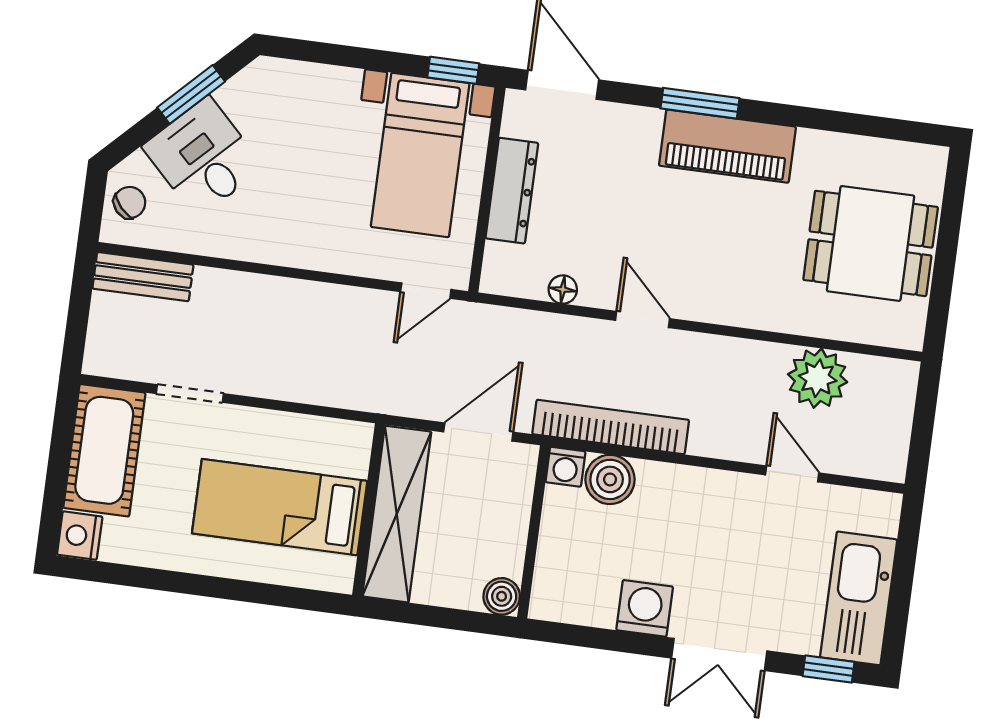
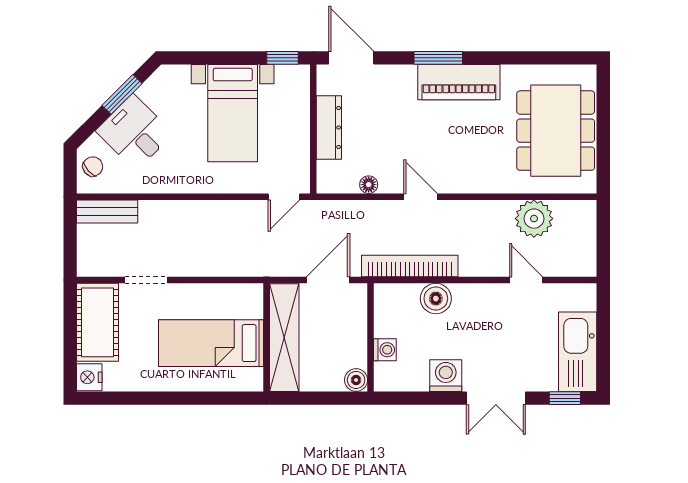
bed with nightstands: (420, 155) -> (233, 113), moved
dining table: (871, 243) -> (556, 131), width x1.38
washing machine: (565, 467) -> (385, 350), moved, turned -90
boiler: (610, 479) -> (436, 299), moved

